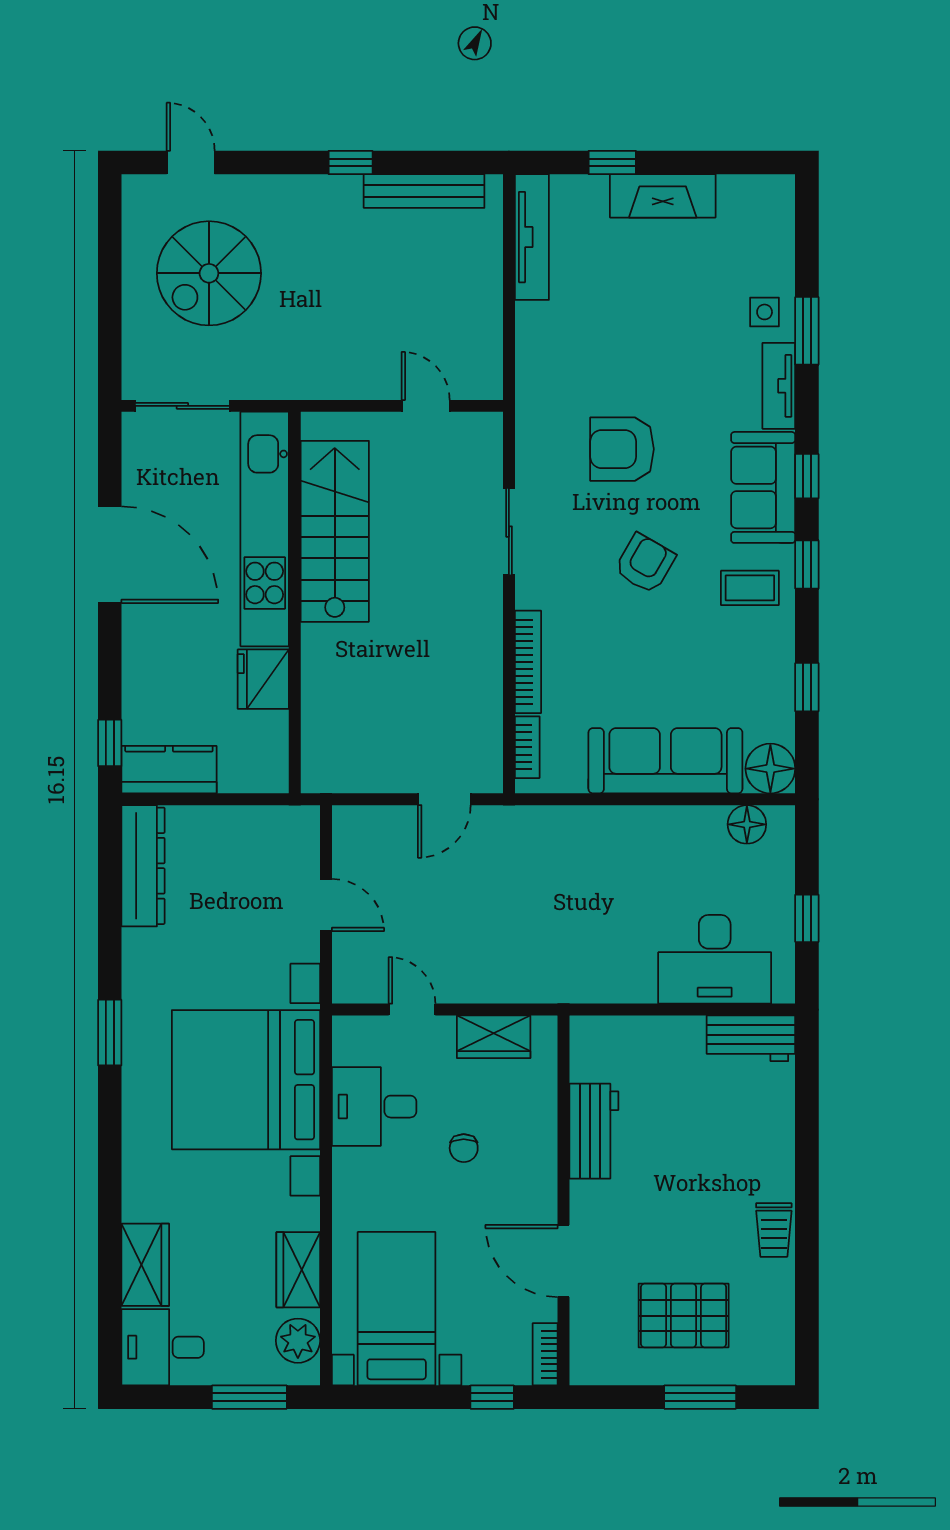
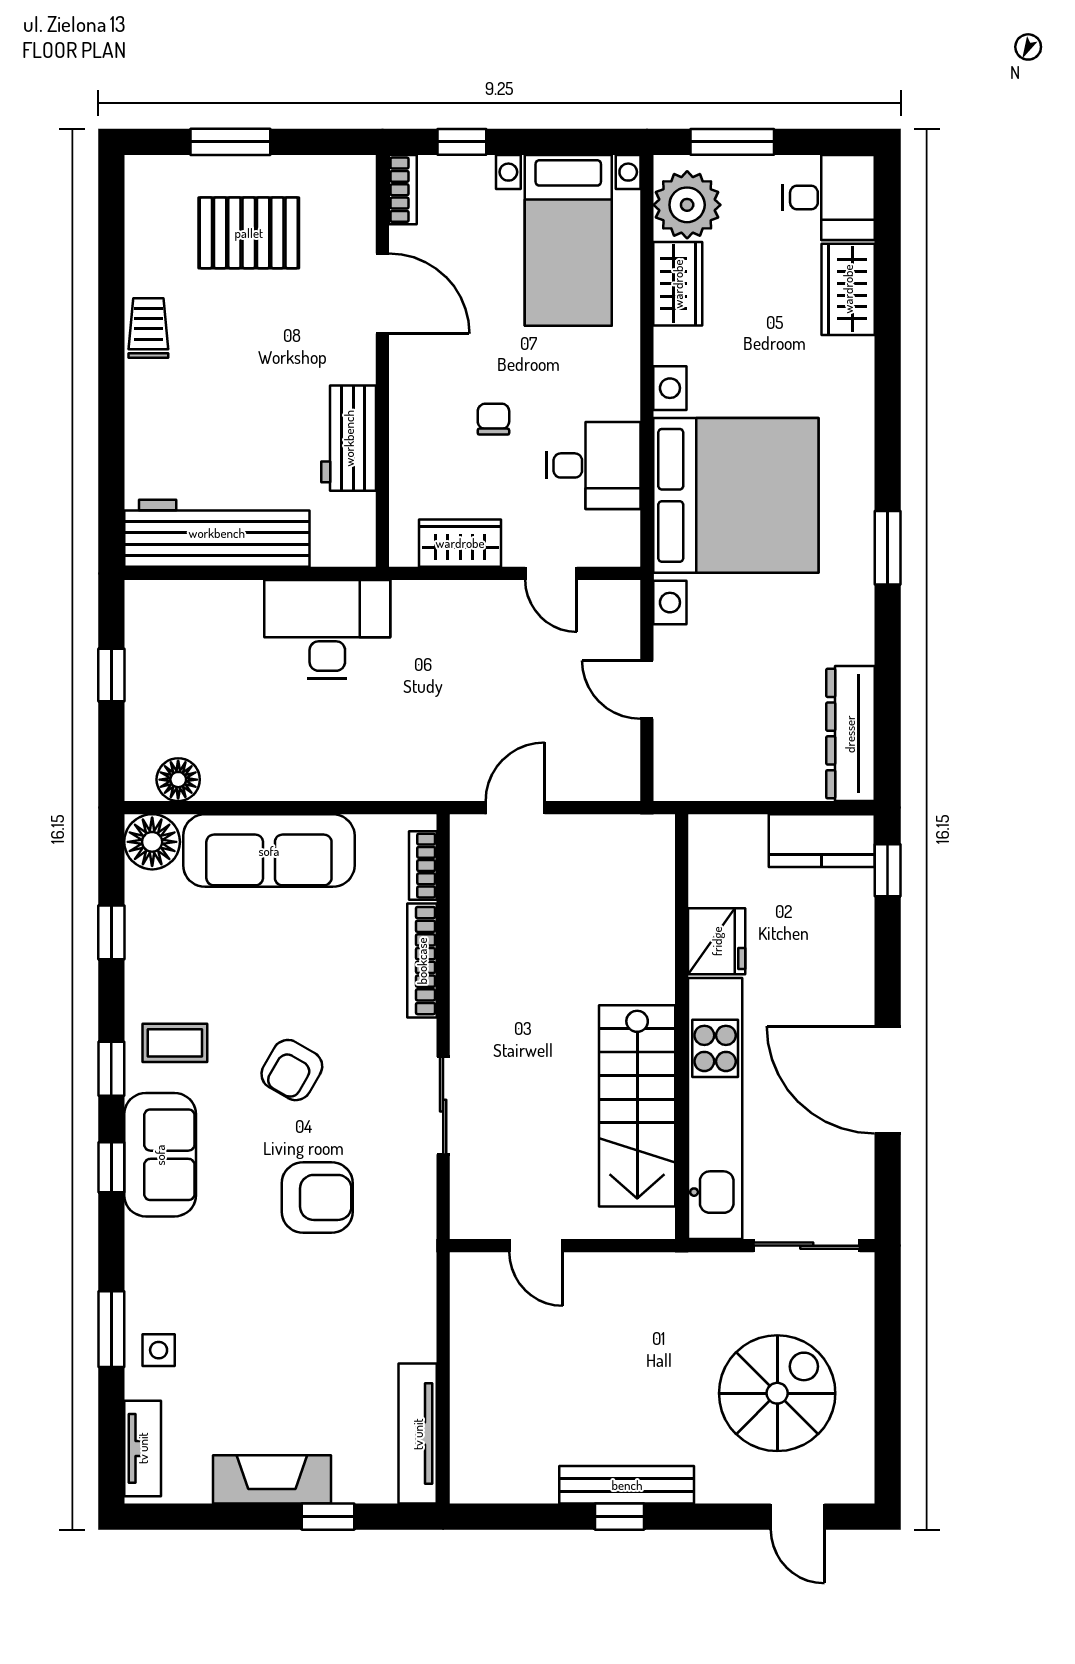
bench: (424, 191) -> (627, 1485), moved
tv unit: (779, 386) -> (143, 1448), moved
desk: (715, 959) -> (327, 629), moved
workbench: (751, 1038) -> (217, 533), width x1.88, depth x1.32
plant: (298, 1341) -> (687, 205), width x1.36, depth x1.36

